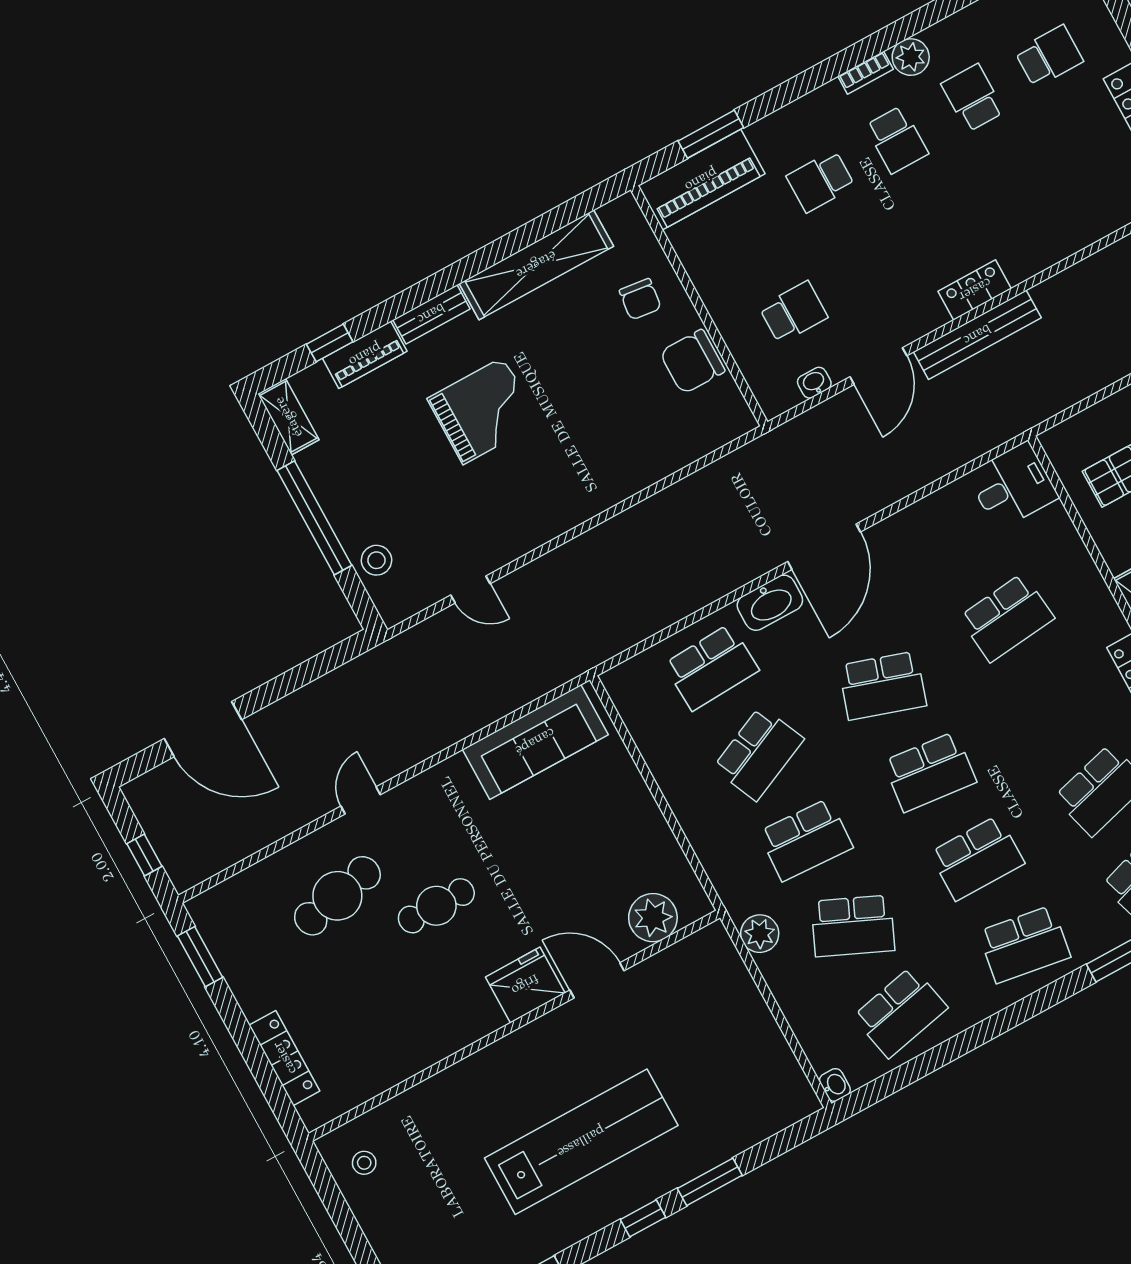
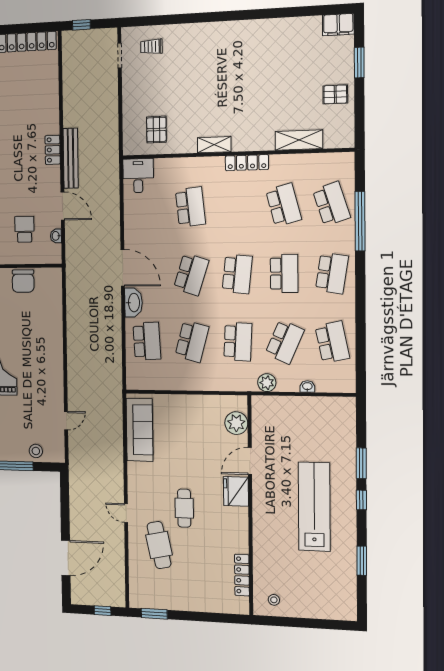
school desk: (758, 753) -> (192, 341), turned 39
locker: (284, 1058) -> (242, 575), moved, turned -90
washbasin: (835, 1085) -> (307, 386), moved

